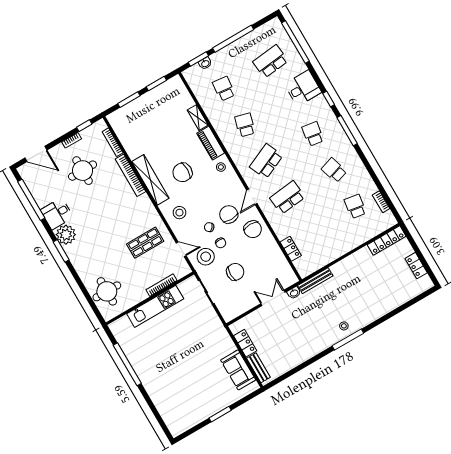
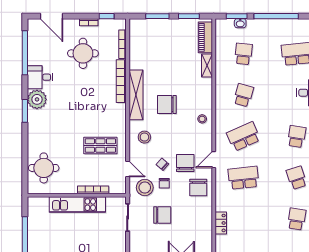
piano: (211, 143) -> (205, 37), moved

